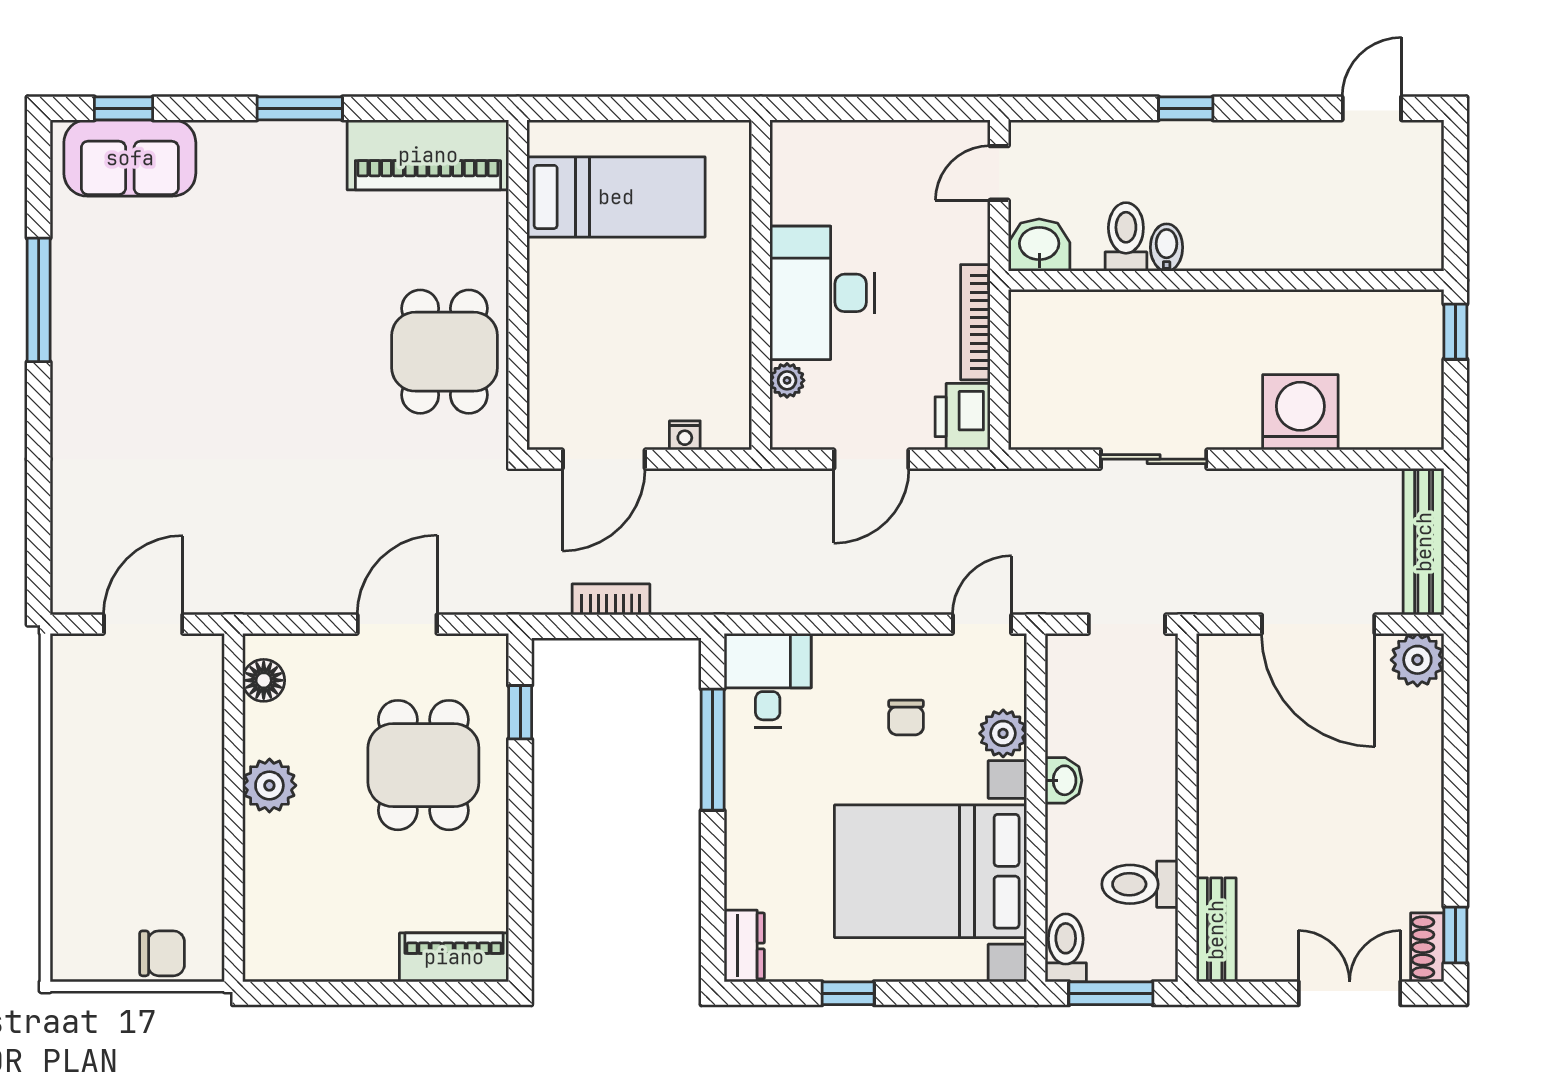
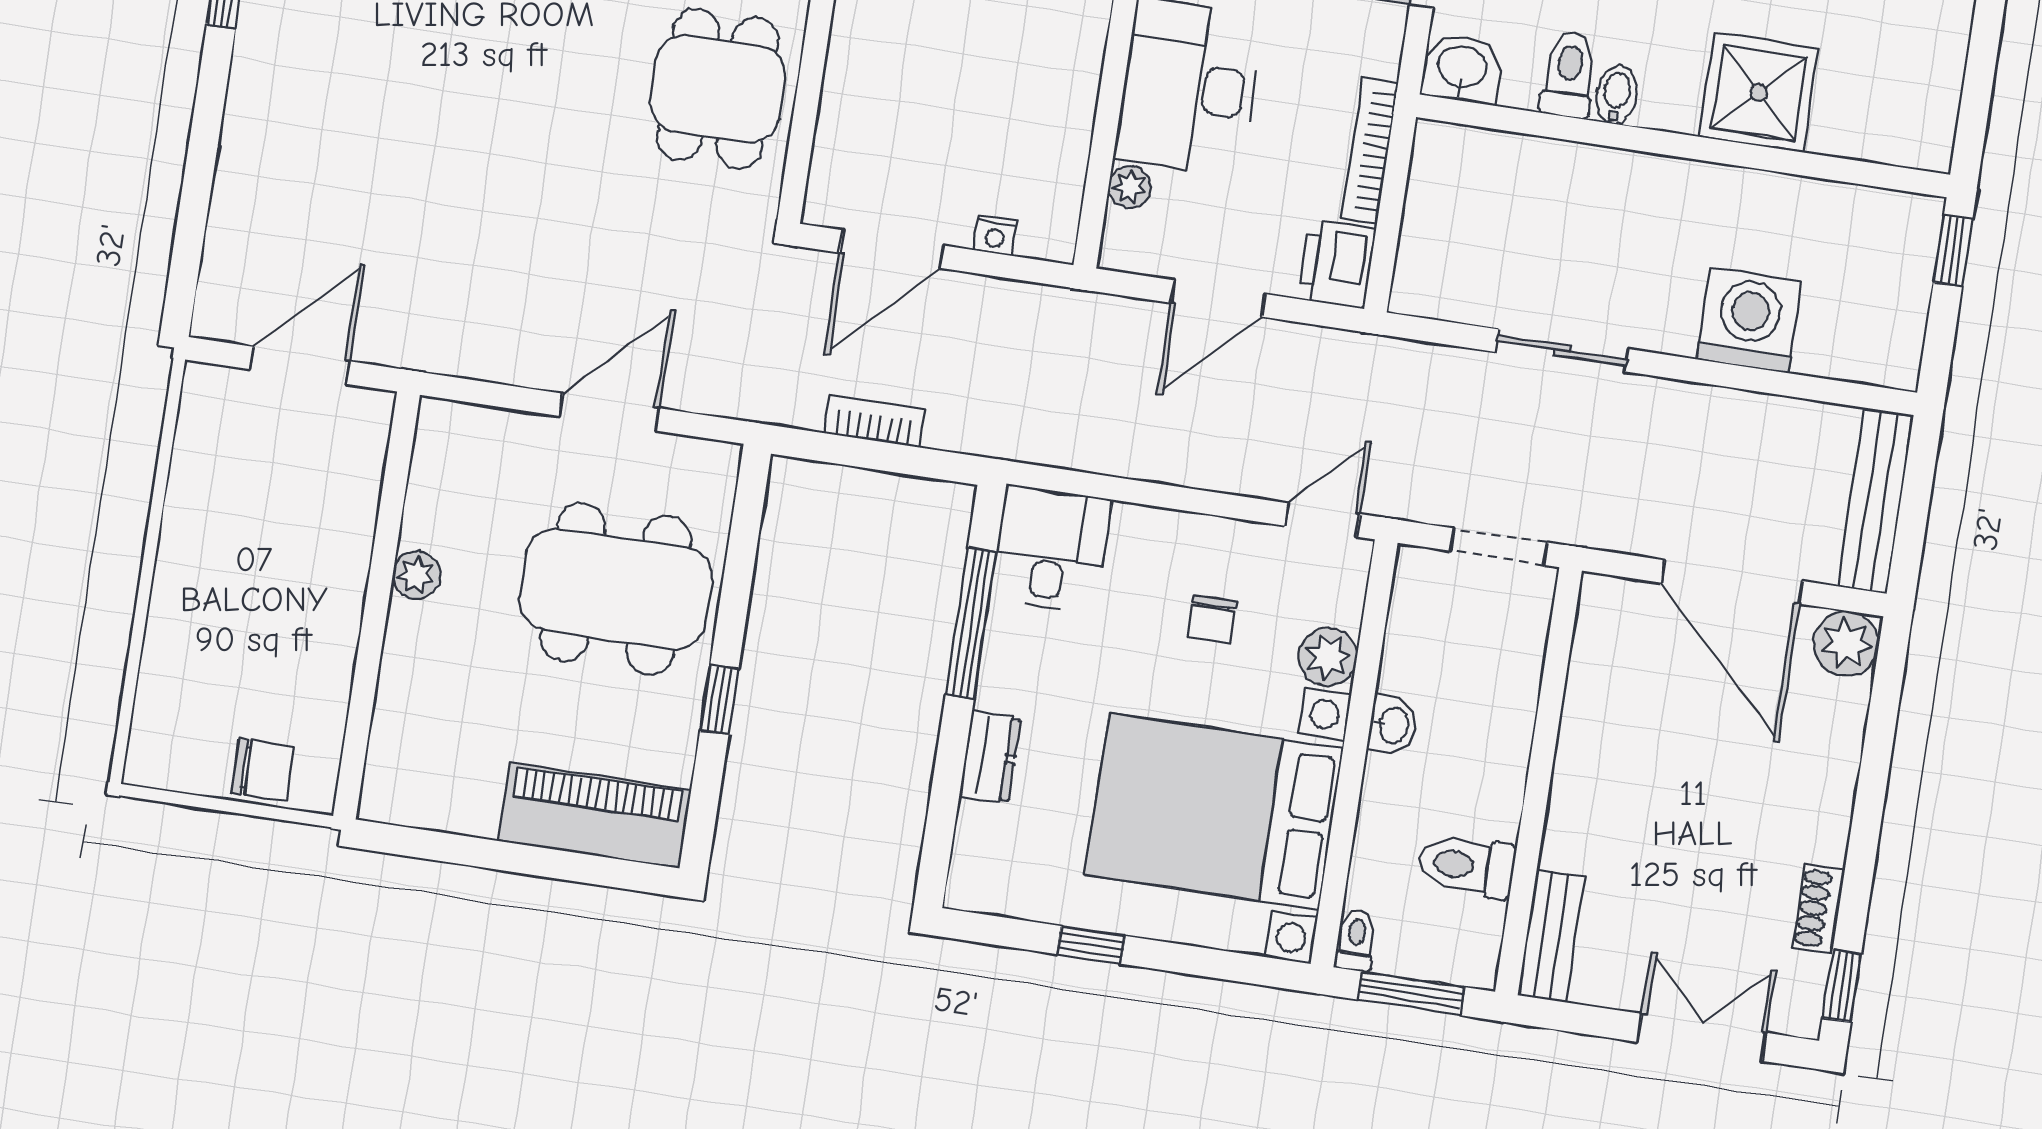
shower: (1280, 228) -> (1759, 93), added
floor lamp: (264, 680) -> (437, 456), removed
window: (520, 712) -> (719, 700), moved
dining table: (423, 765) -> (616, 589), width x1.38
plant: (269, 785) -> (417, 575), width x0.73, depth x0.73
dresser: (744, 946) -> (990, 757), moved
shoe rack: (1427, 947) -> (1818, 909), moved
toilet: (1066, 948) -> (1356, 940), width x0.73, depth x0.72
piano: (454, 957) -> (595, 815), width x1.37, depth x1.33

